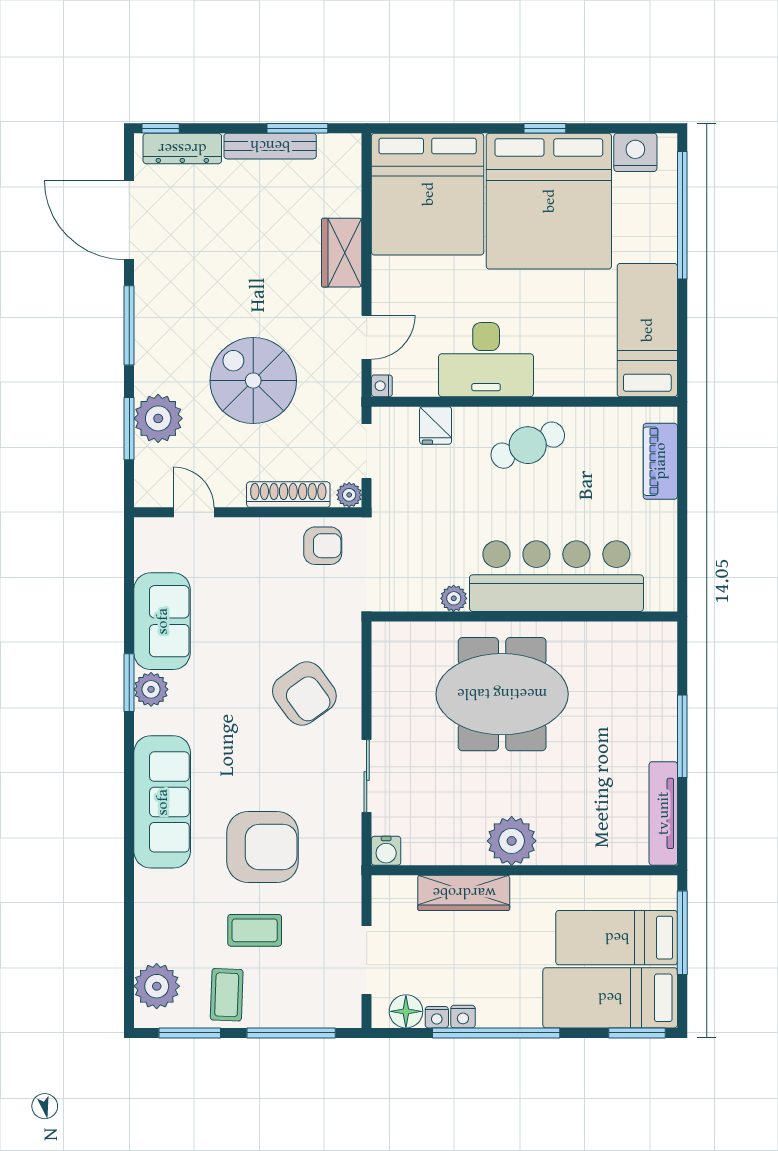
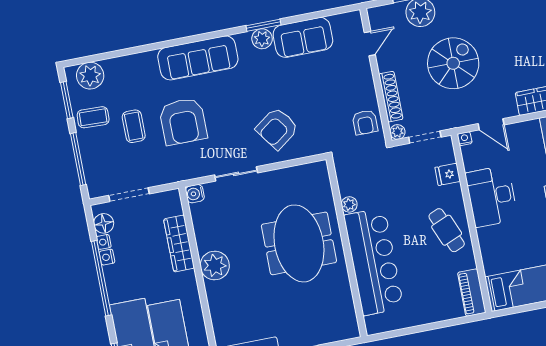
piano: (660, 461) -> (472, 293), moved, turned -90

